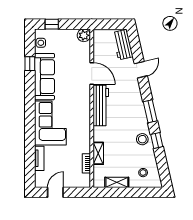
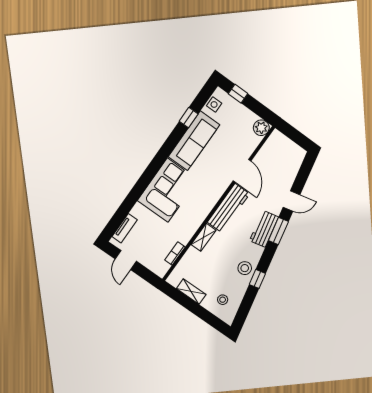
workbench: (123, 45) -> (264, 229), moved
window: (150, 111) -> (278, 231), moved
shelving: (98, 153) -> (204, 237), moved
tv unit: (39, 158) -> (125, 228), moved
door: (55, 192) -> (126, 260), swing flipped

